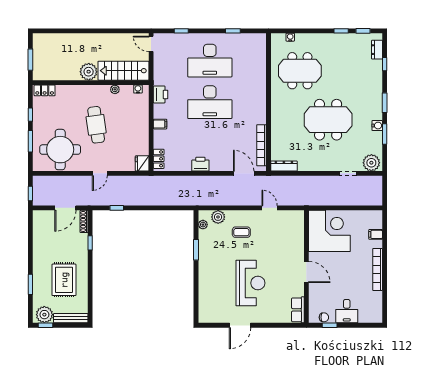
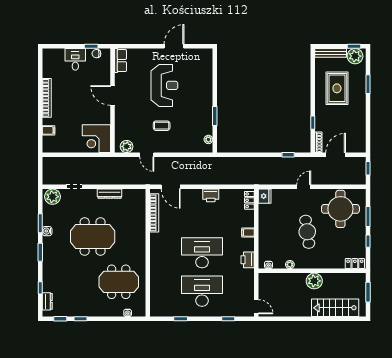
stairs: (123, 71) -> (335, 308), moved, turned 180
dresser: (284, 166) -> (110, 194), moved
plant: (218, 217) -> (127, 147), moved
corner desk: (329, 231) -> (96, 139), width x0.74, depth x0.74
coffee table: (241, 232) -> (162, 126), moved
reception desk: (250, 283) -> (164, 85), turned 180

